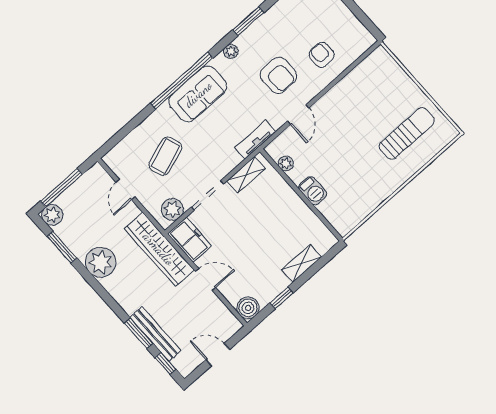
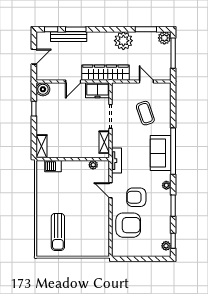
armchair: (322, 55) -> (128, 225), width x1.88, depth x1.88
barbecue: (313, 191) -> (53, 166), moved
plant: (172, 209) -> (118, 95), removed
shelving: (302, 263) -> (42, 146), moved

